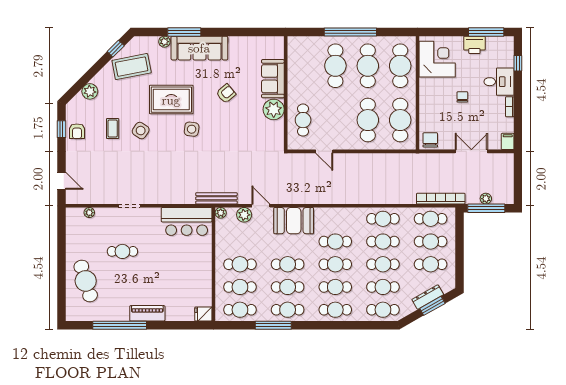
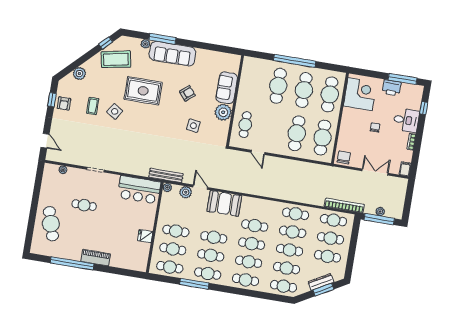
side table: (192, 129) -> (193, 126), moved
fridge: (203, 314) -> (145, 236), moved

